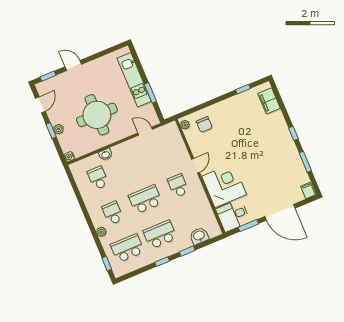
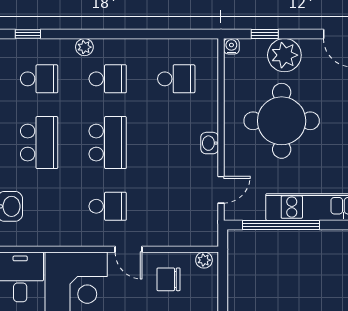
window: (150, 93) -> (281, 225), width x2.11
chair: (204, 124) -> (169, 279), moved
plant: (59, 129) -> (284, 55), width x1.87, depth x1.87
window: (51, 131) -> (265, 34), moved
washbasin: (106, 155) -> (210, 143), moved
school desk: (127, 248) -> (39, 79), width x0.54

